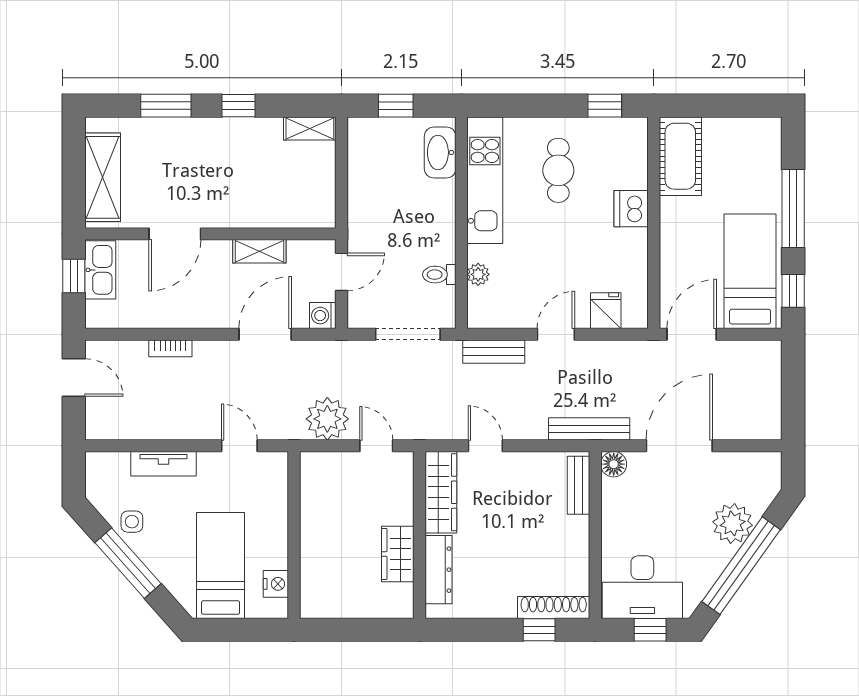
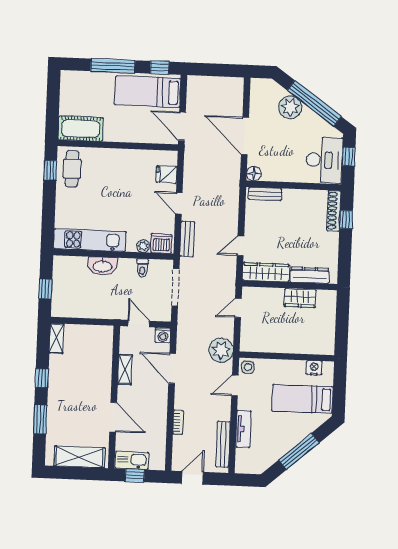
washbasin: (440, 152) -> (103, 266), moved
cafe table: (558, 170) -> (72, 169), moved, turned 90
dishwasher: (631, 209) -> (161, 243), moved, turned 180
plant: (327, 419) -> (221, 350), moved
bench: (589, 429) -> (223, 444), moved
side table: (132, 522) -> (248, 367), moved

